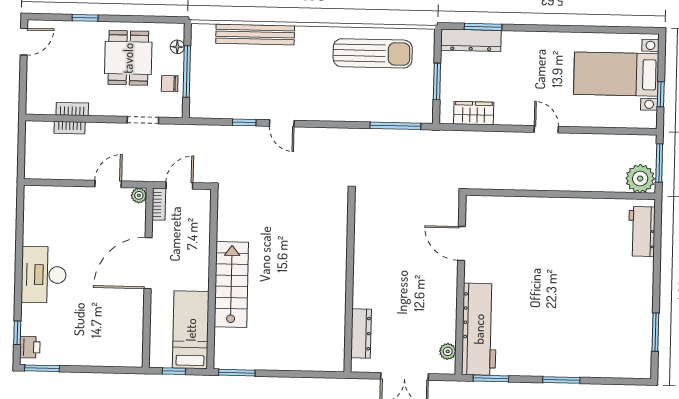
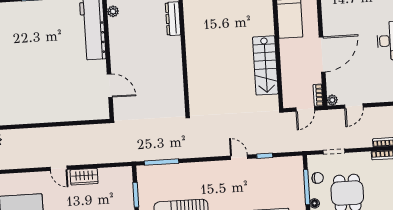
wardrobe: (474, 113) -> (84, 177), moved
stairs: (231, 285) -> (265, 65), moved

